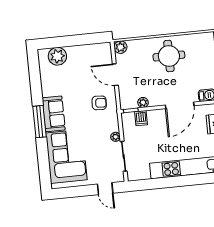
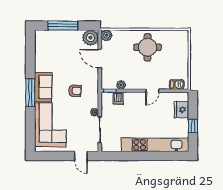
window: (69, 41) -> (63, 26), added
plant: (57, 56) -> (90, 38), moved
armchair: (99, 103) -> (75, 91), moved
door: (180, 105) -> (152, 91), width x0.53

